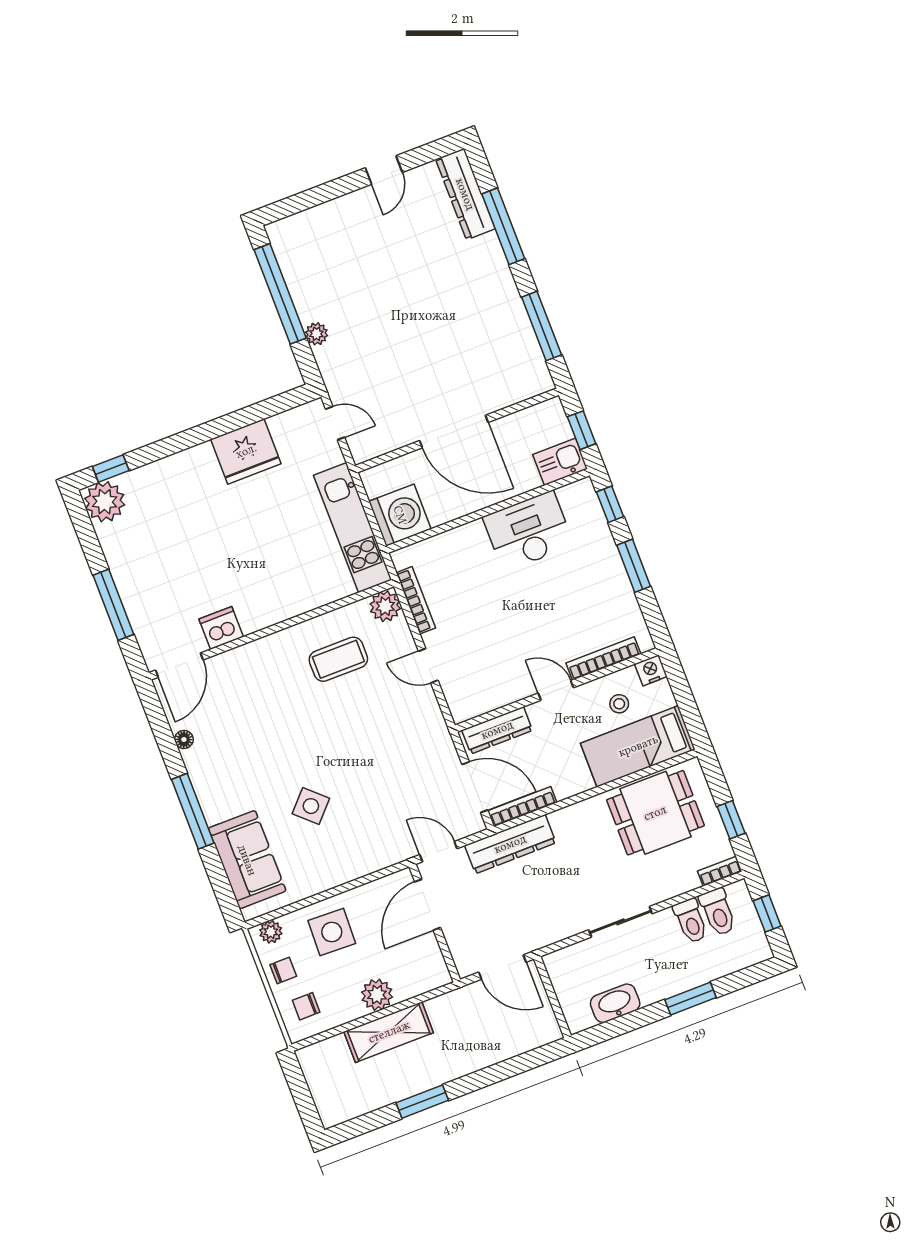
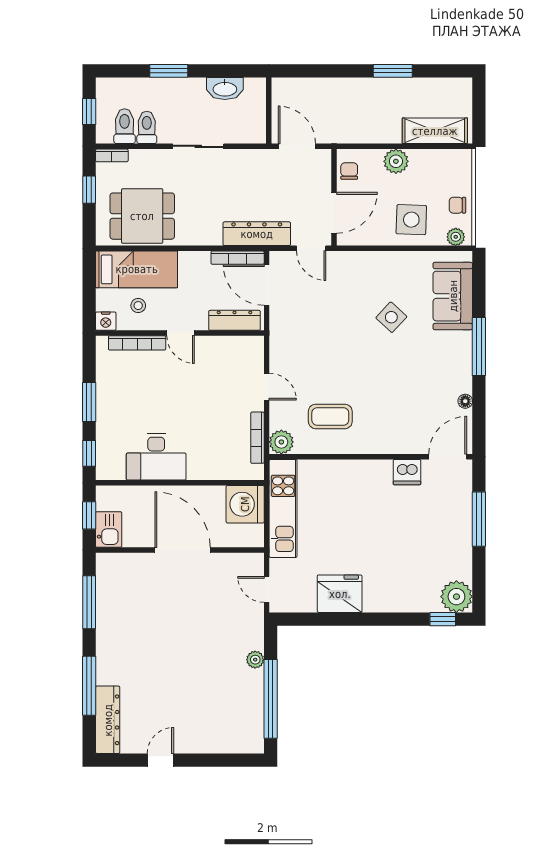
kitchen sink: (560, 462) -> (109, 529), moved, turned -90
chair: (306, 1006) -> (349, 171), moved, turned -90
shelving: (389, 1032) -> (435, 131), moved

